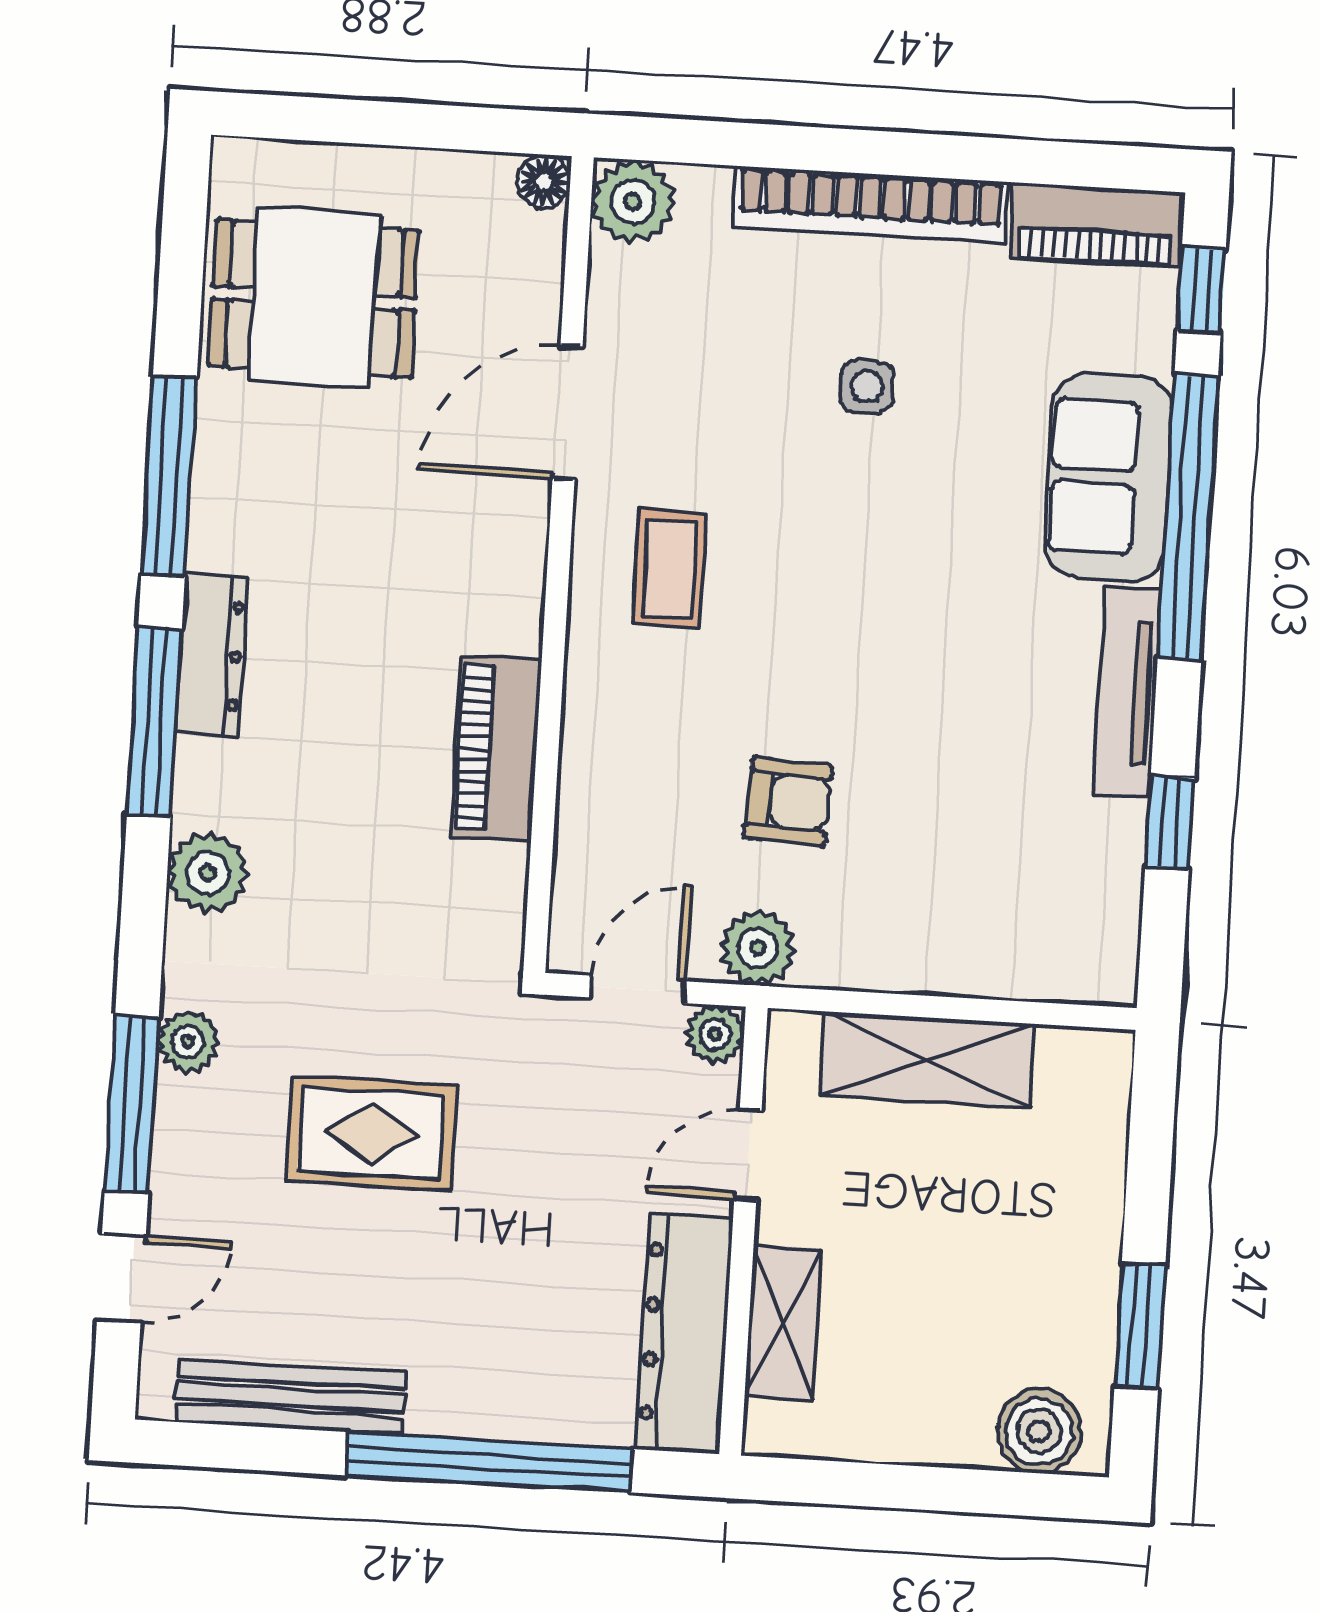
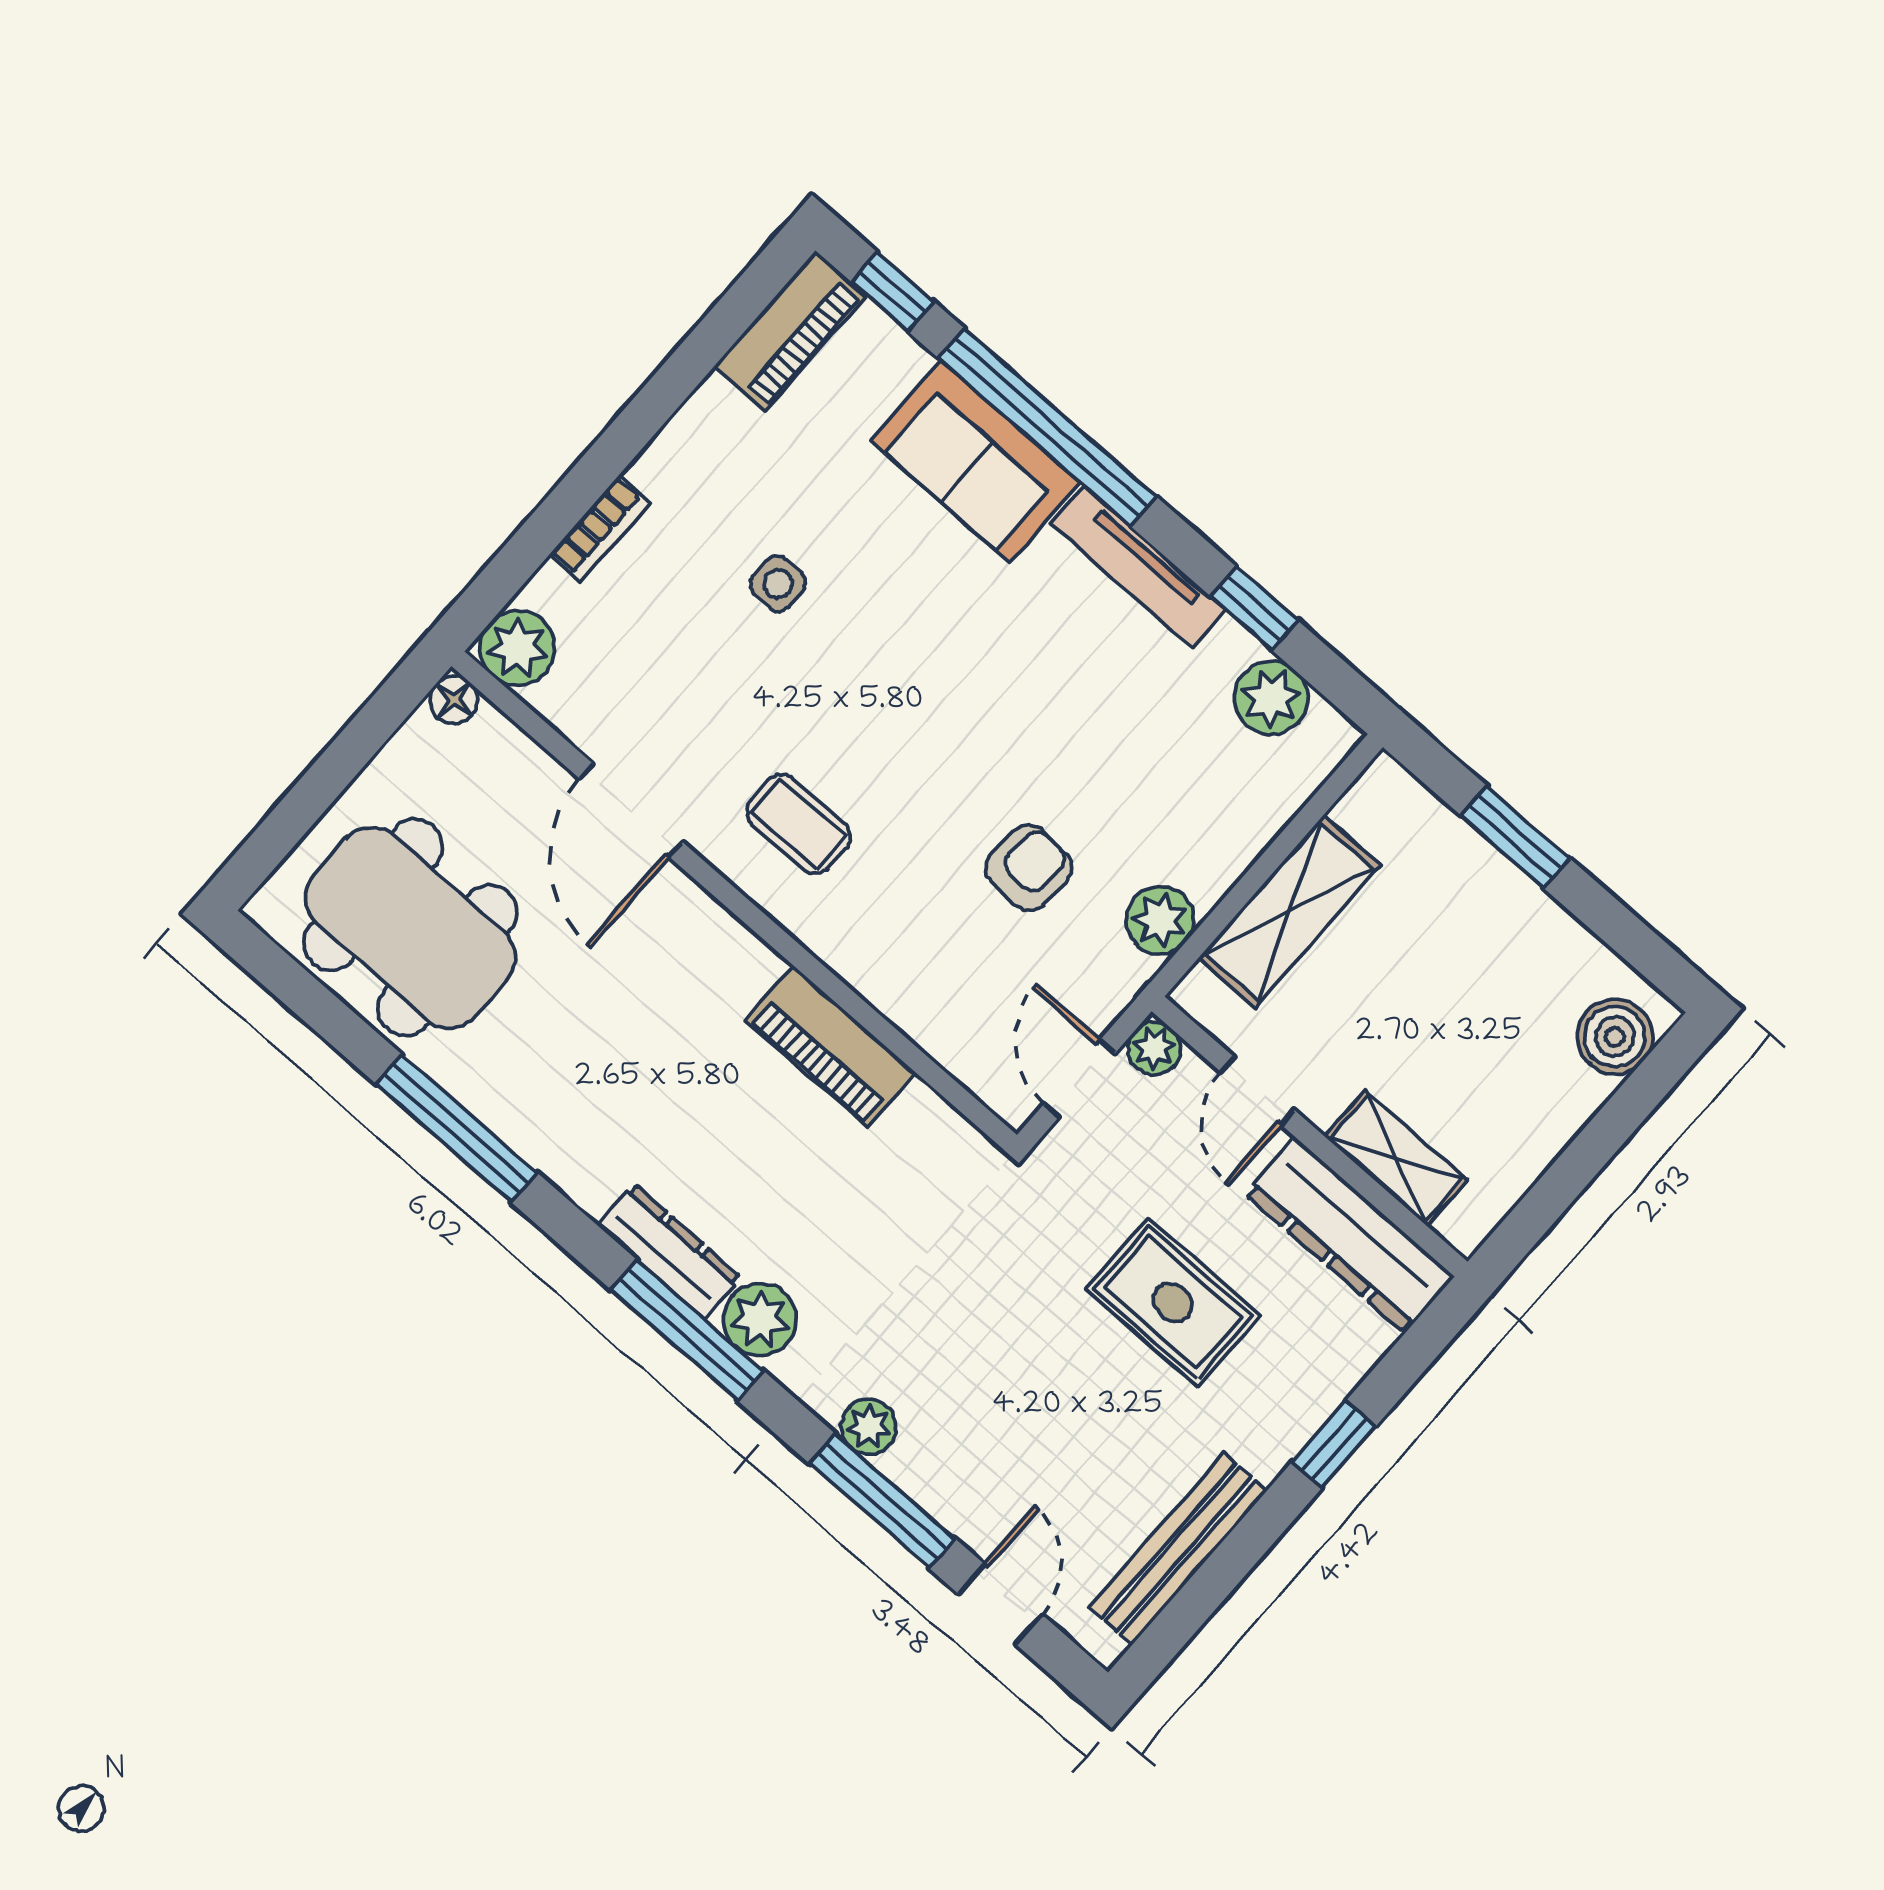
bookcase: (870, 205) -> (600, 529), width x0.43, depth x0.76
dining table: (314, 298) -> (410, 928), width x1.38
dresser: (211, 655) -> (669, 1251), moved
window: (154, 722) -> (687, 1330), moved
plant: (1102, 898) -> (1271, 698), added
plant: (758, 948) -> (1160, 920), moved
rug: (371, 1133) -> (1173, 1302), moved, turned 90
window: (1140, 1326) -> (1515, 837), moved
window: (489, 1462) -> (1334, 1444), width x0.32

